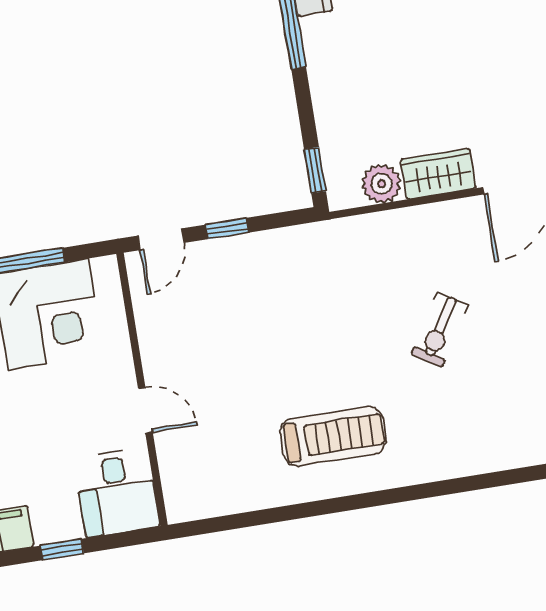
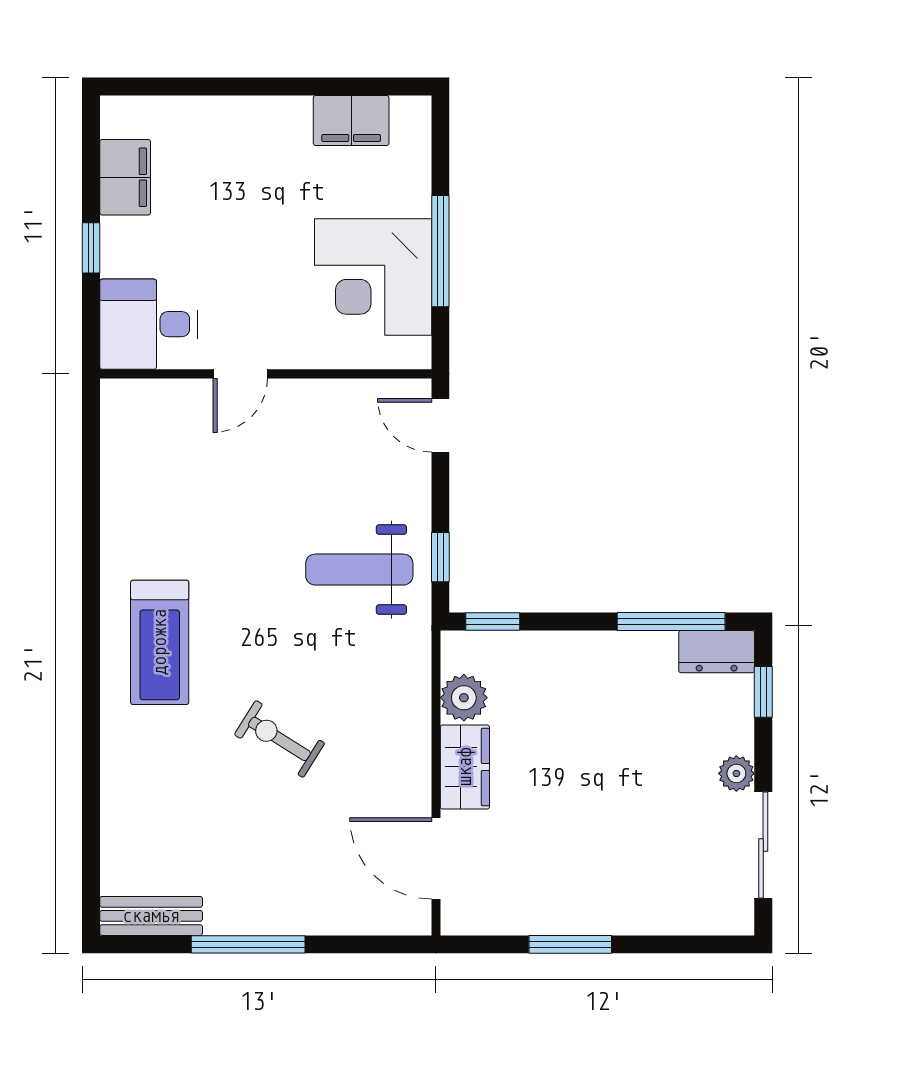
window: (227, 229) -> (440, 557), moved
weight bench: (290, 287) -> (359, 570), added
treadmill: (333, 436) -> (160, 642), moved

